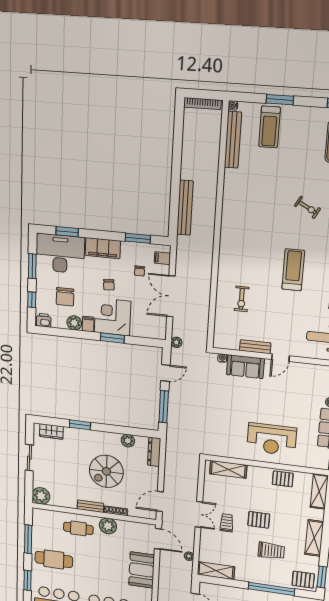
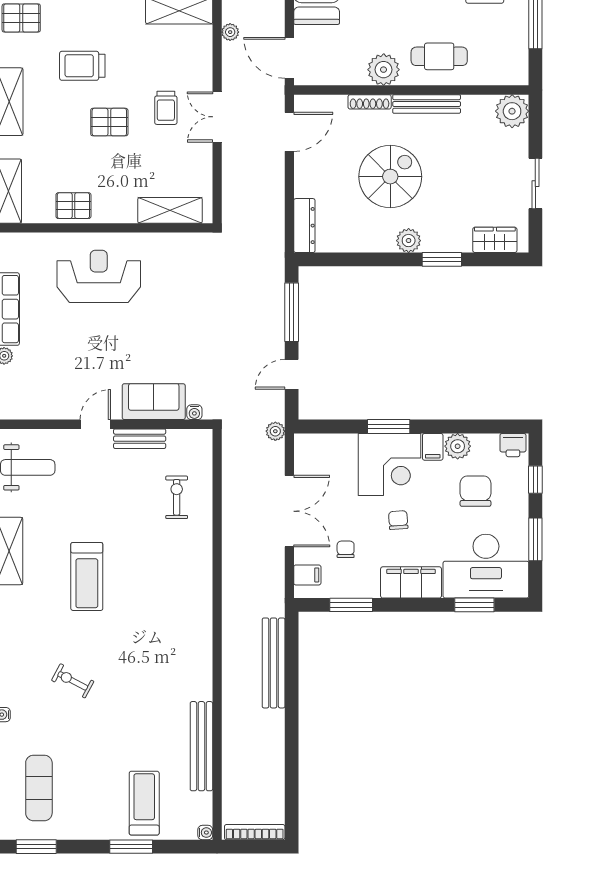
bench: (233, 140) -> (201, 746), moved
exercise bike: (242, 299) -> (177, 497), moved
plant: (128, 441) -> (409, 241), moved
bench: (90, 506) -> (427, 104), width x1.36

